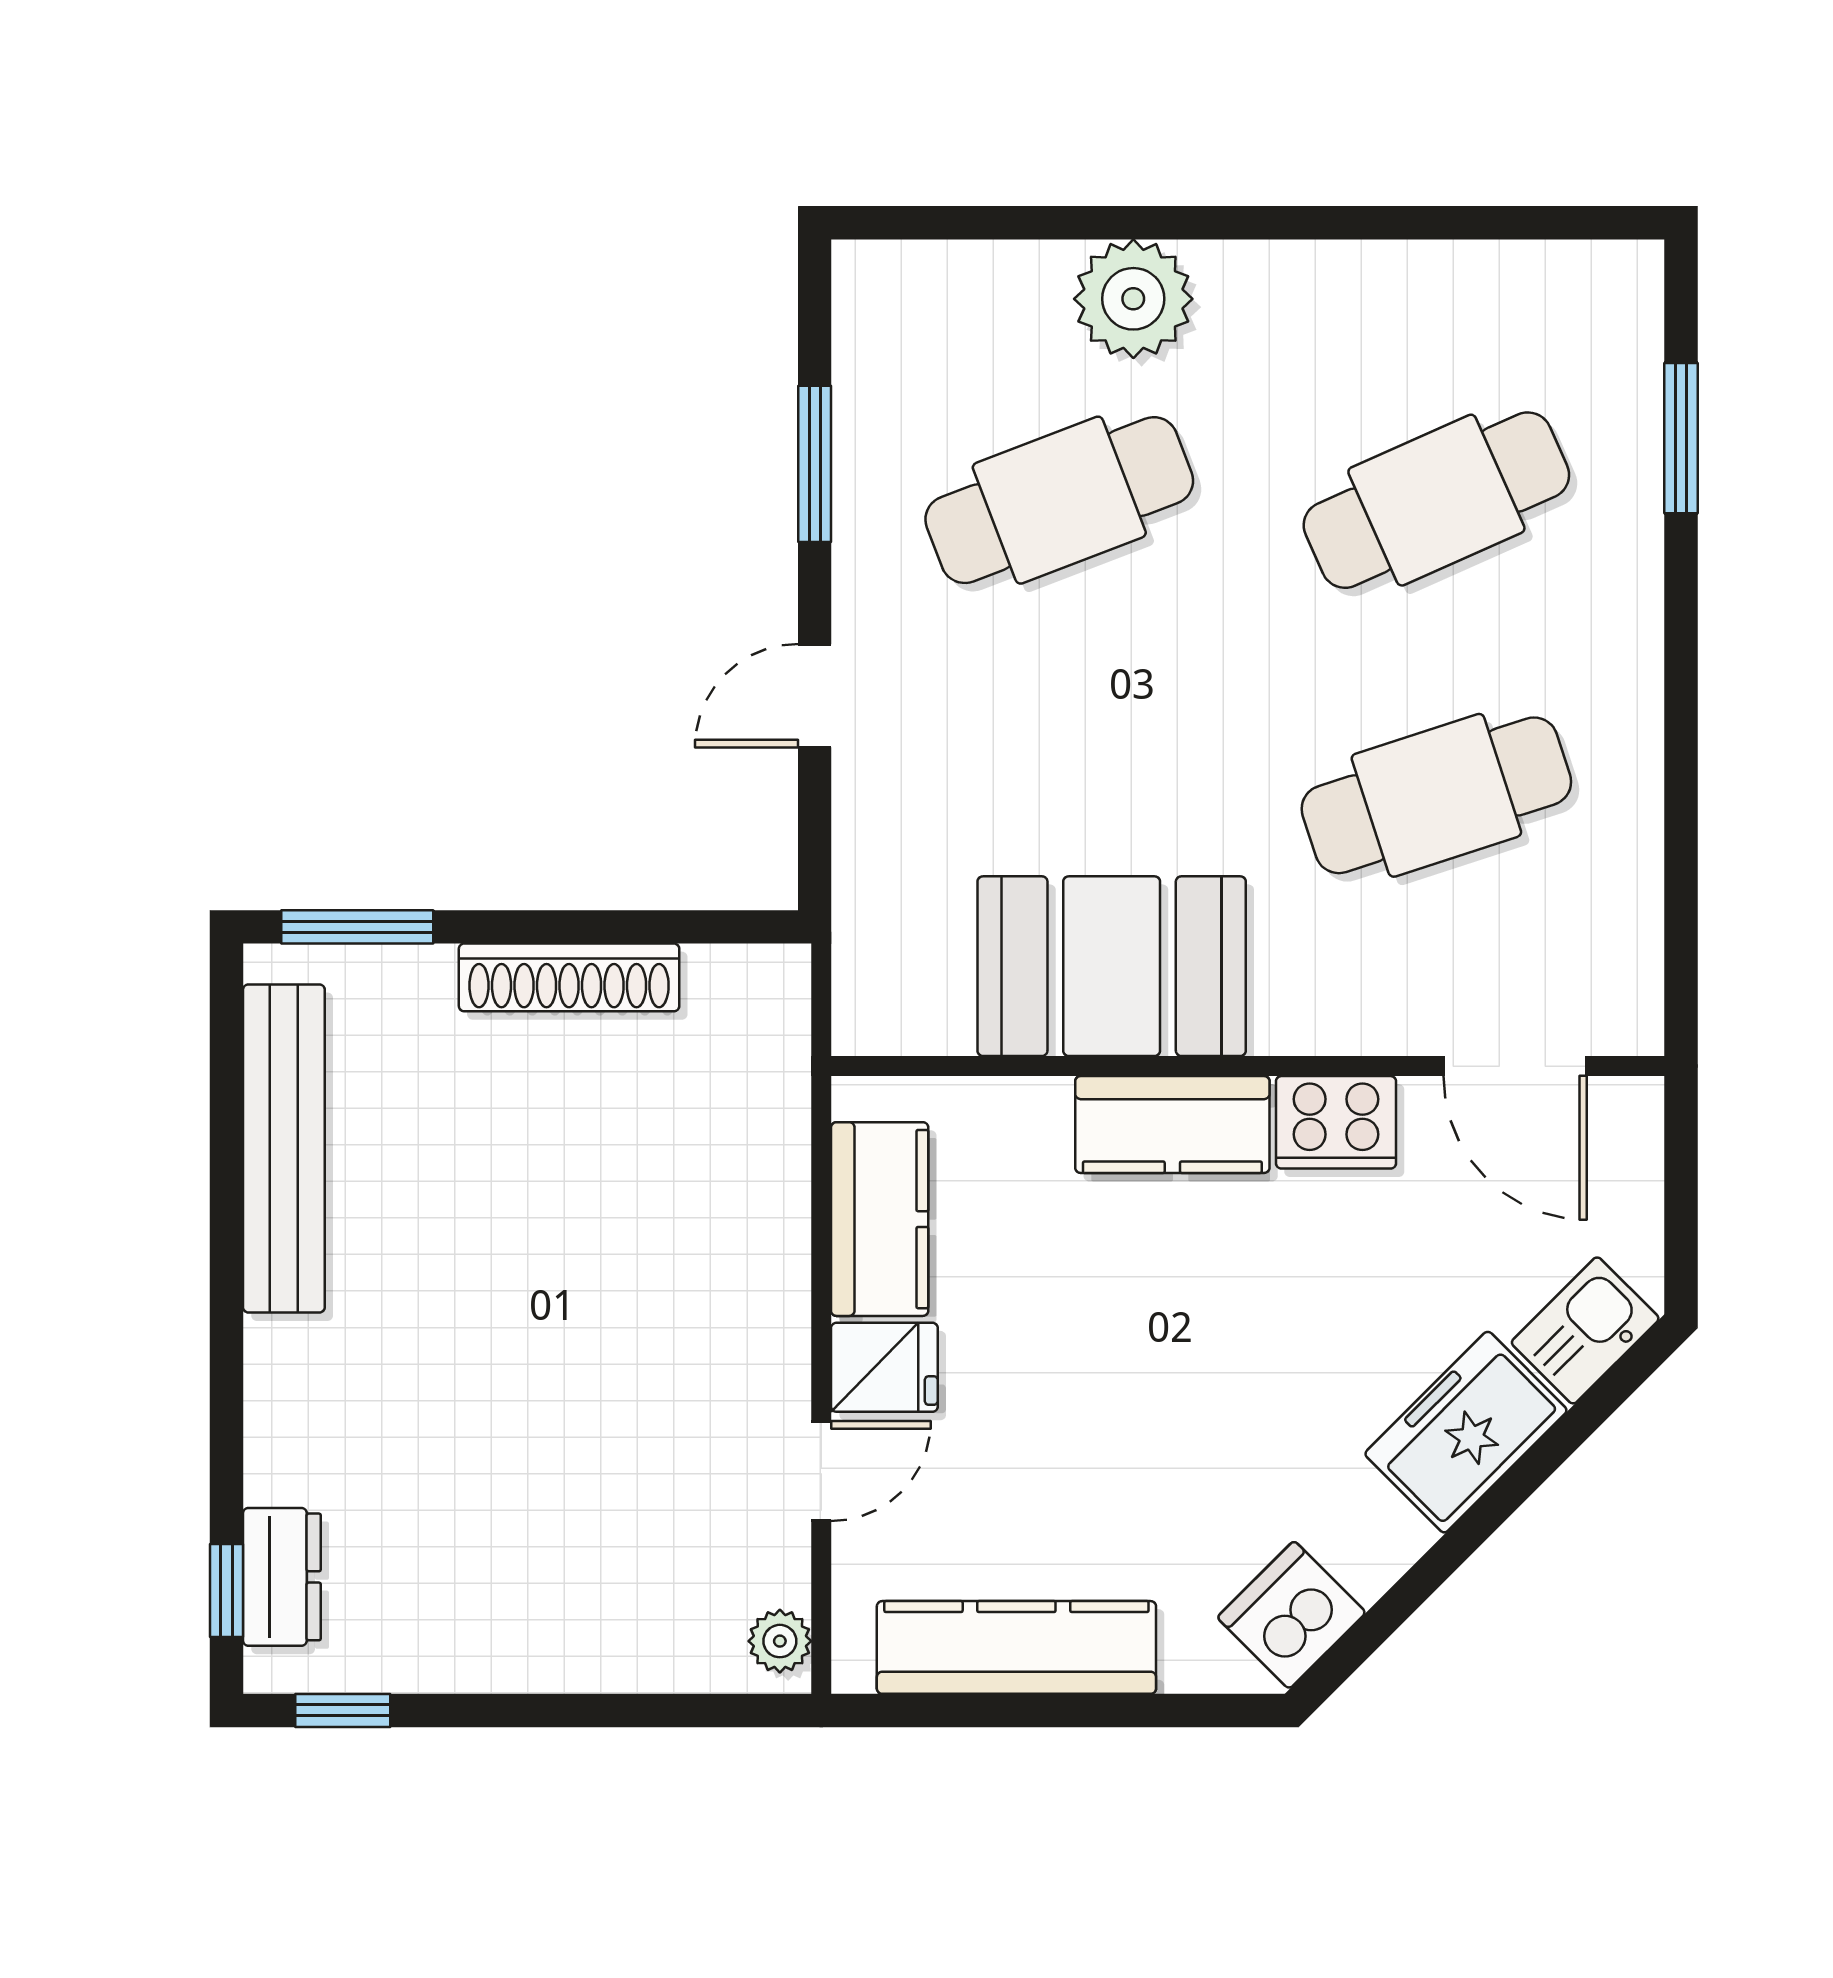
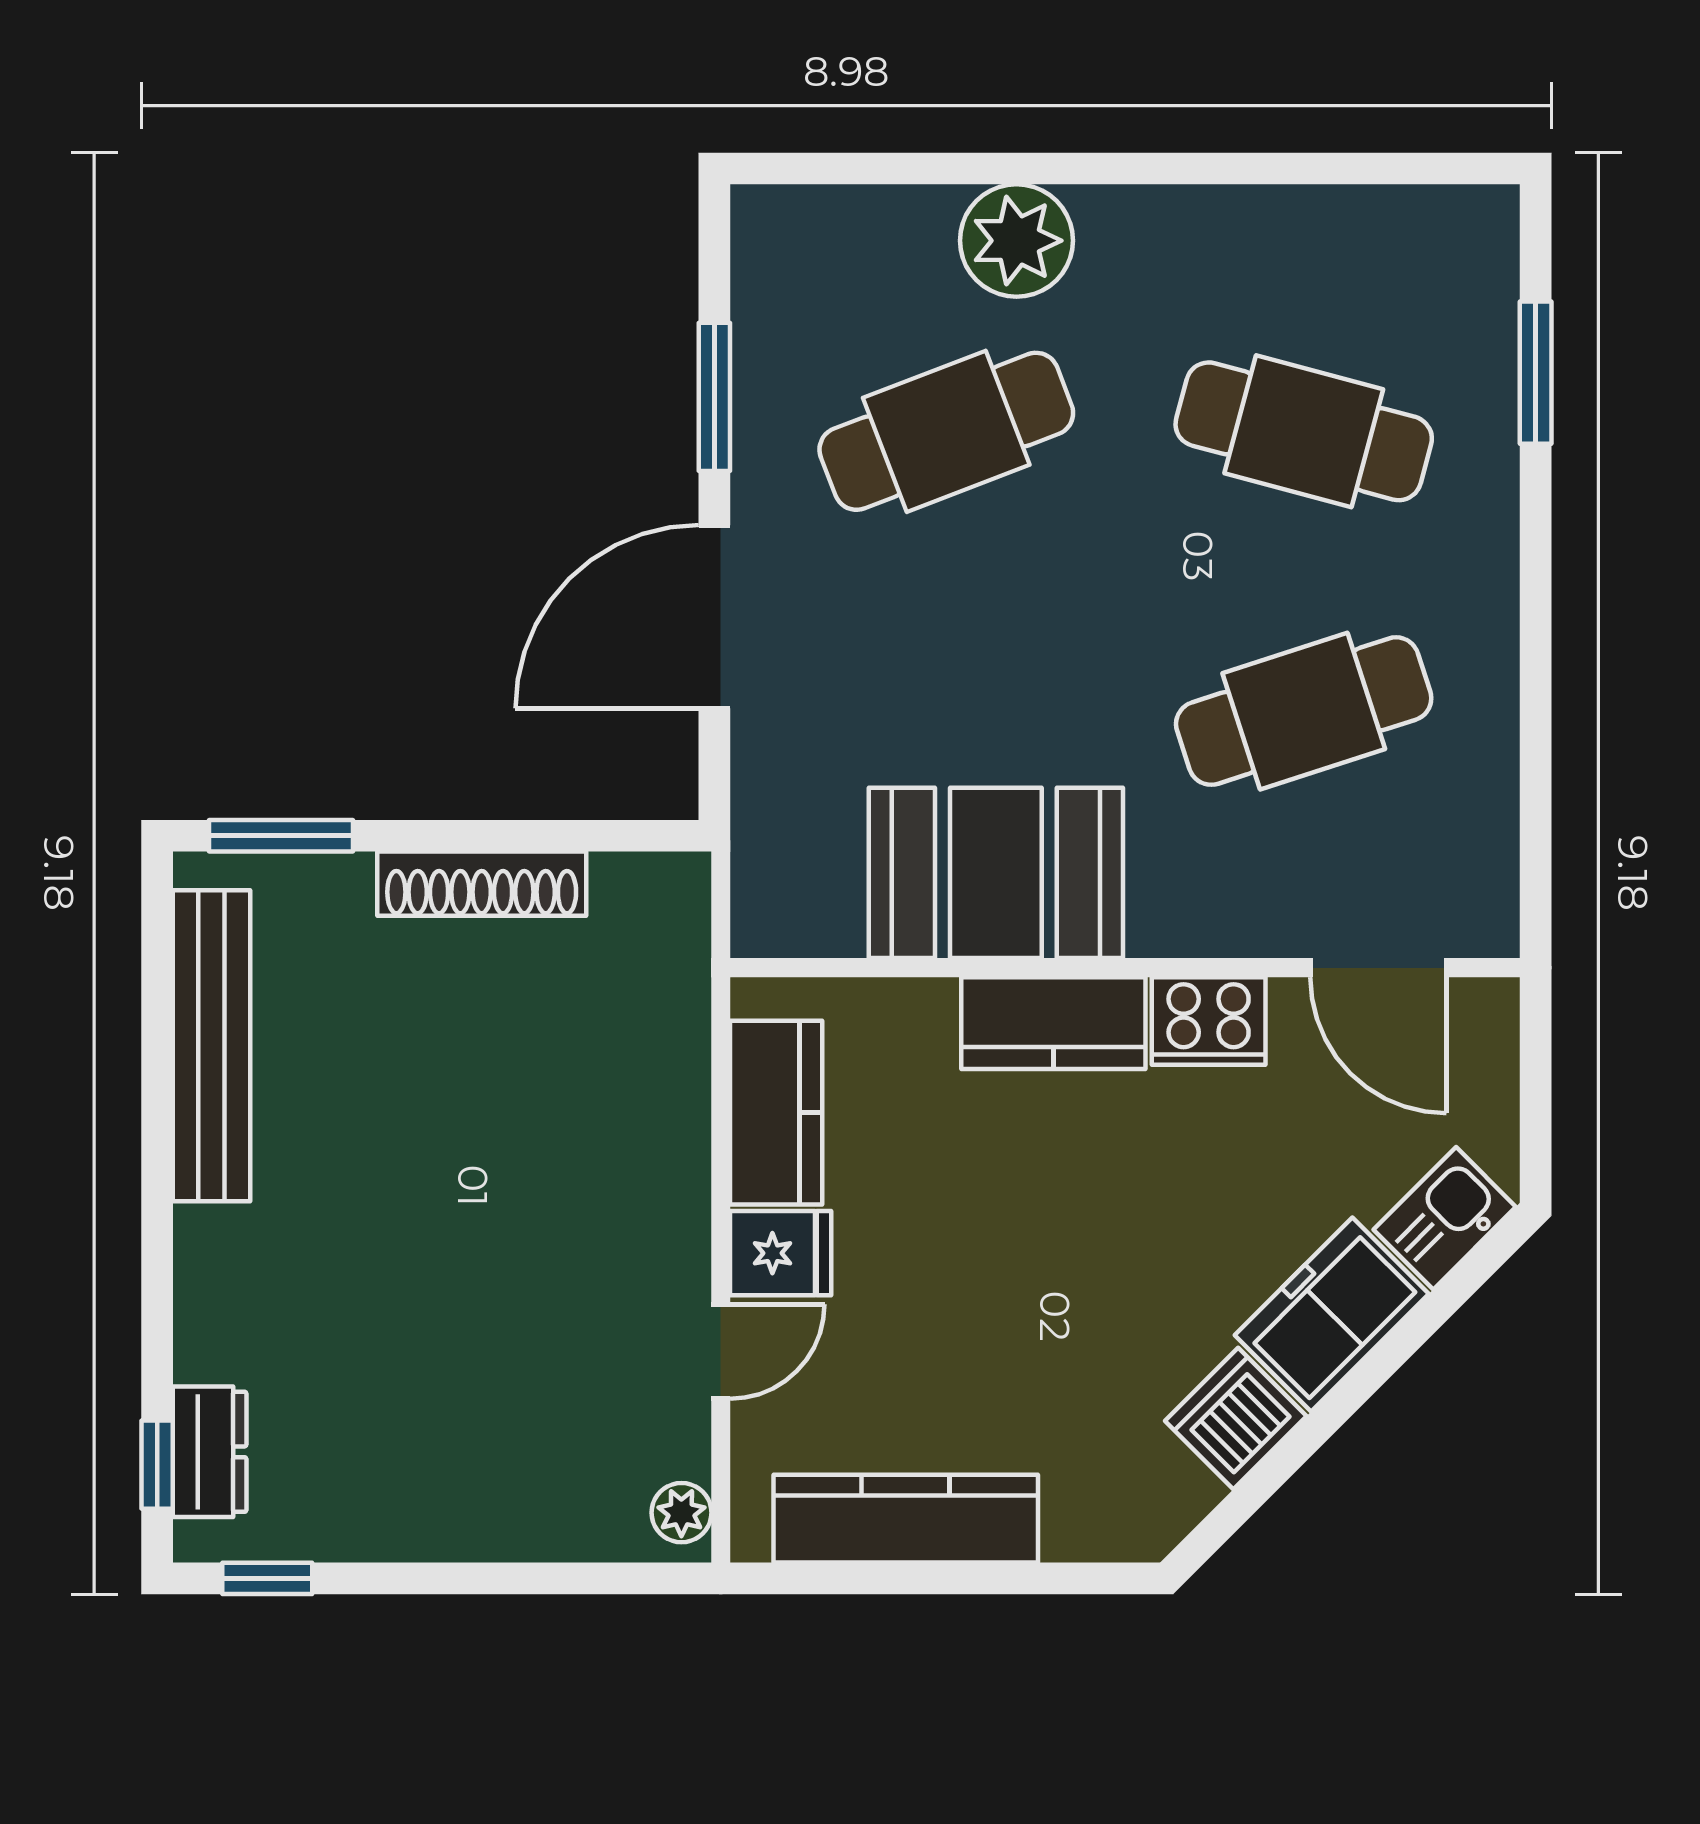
cafe table: (1436, 500) -> (1304, 431), turned 39
door: (815, 696) -> (714, 617), width x1.88
dishwasher: (1292, 1615) -> (1236, 1419), moved

